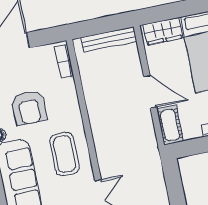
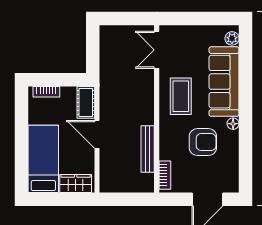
bench: (109, 39) -> (148, 149), moved, turned 90
armchair: (29, 108) -> (203, 142), turned 90

